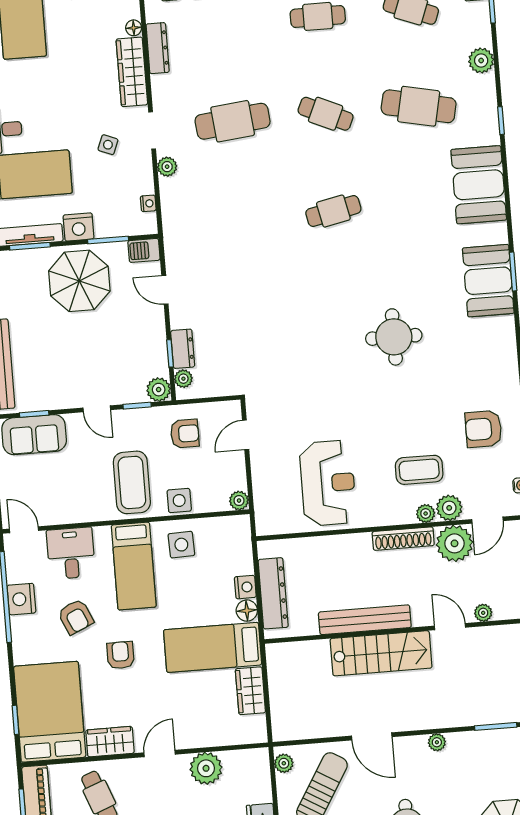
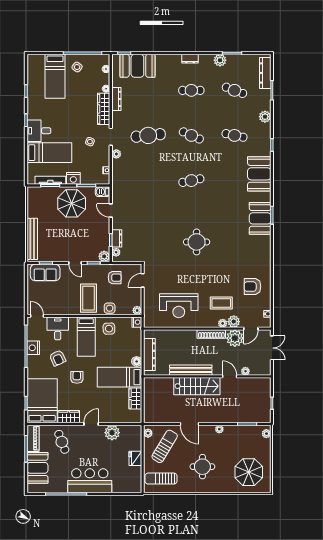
cafe table: (419, 106) -> (235, 135), width x0.73, depth x0.74
round table: (394, 337) -> (197, 242), moved
reception desk: (328, 483) -> (179, 306), turned 90
nightstand: (245, 587) -> (137, 322), moved

